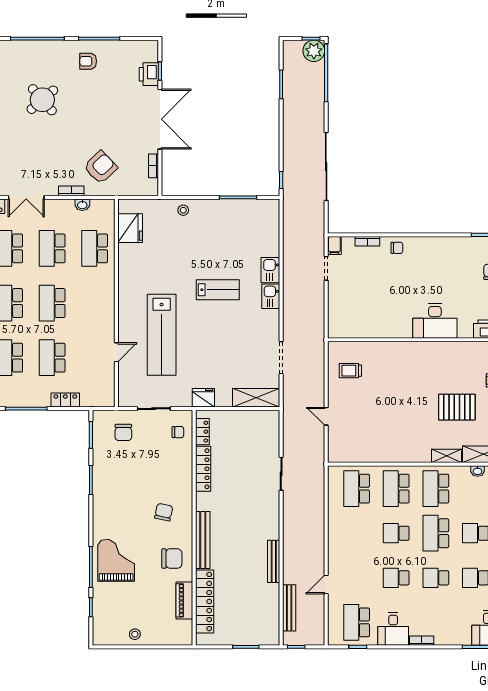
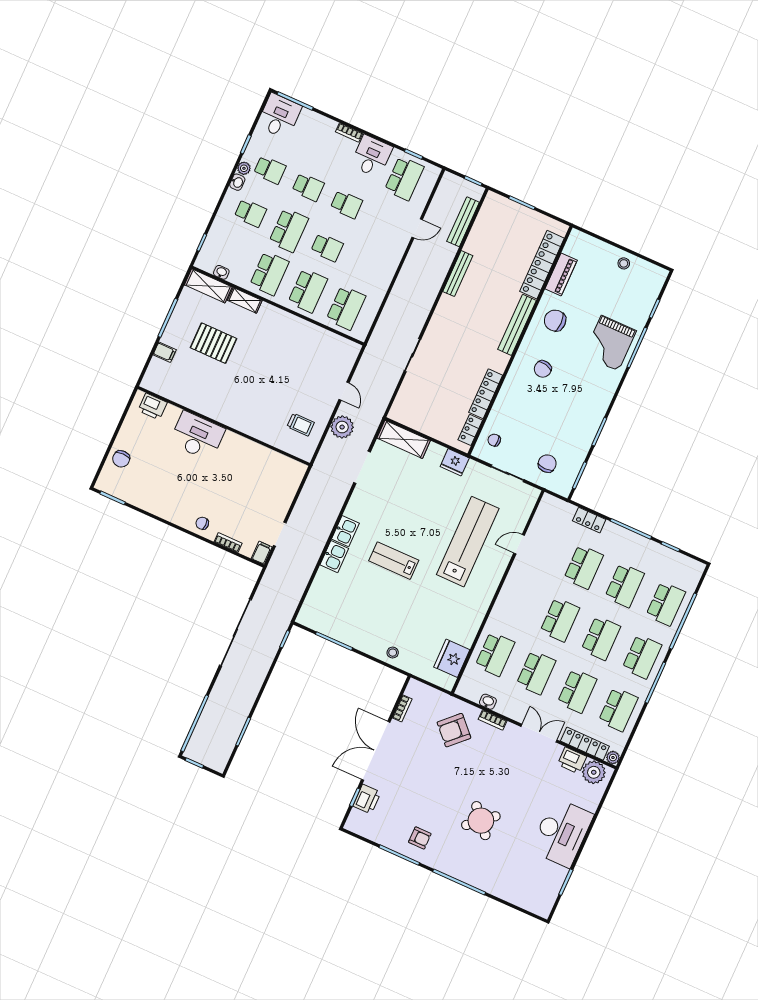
plant: (314, 51) -> (342, 427), moved

